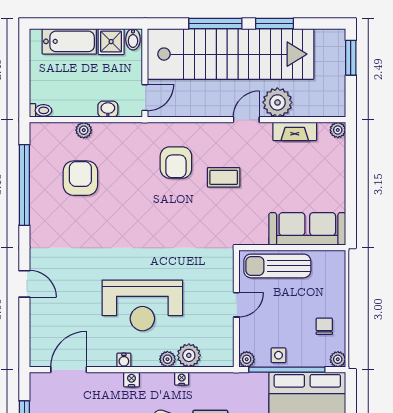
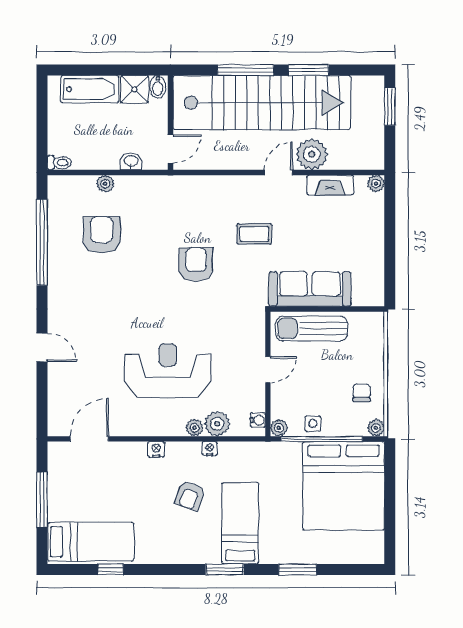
armchair: (176, 163) -> (196, 264), moved, turned 180
sofa: (307, 229) -> (310, 289), moved
reception desk: (142, 305) -> (168, 371), turned 180
water cooler: (124, 360) -> (258, 420), moved, turned -90

